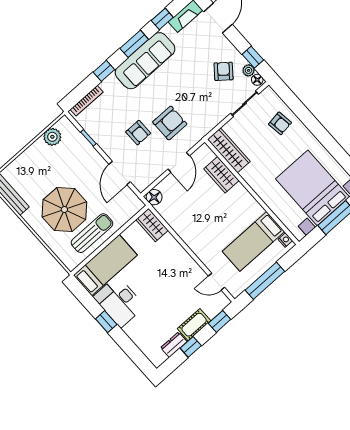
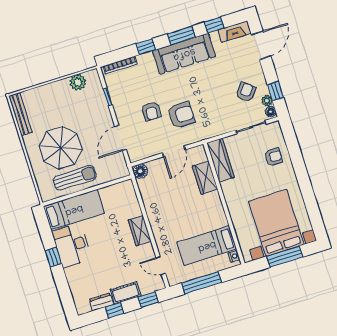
armchair: (280, 123) -> (273, 157), turned -82
wardrobe: (152, 225) -> (140, 231), moved

